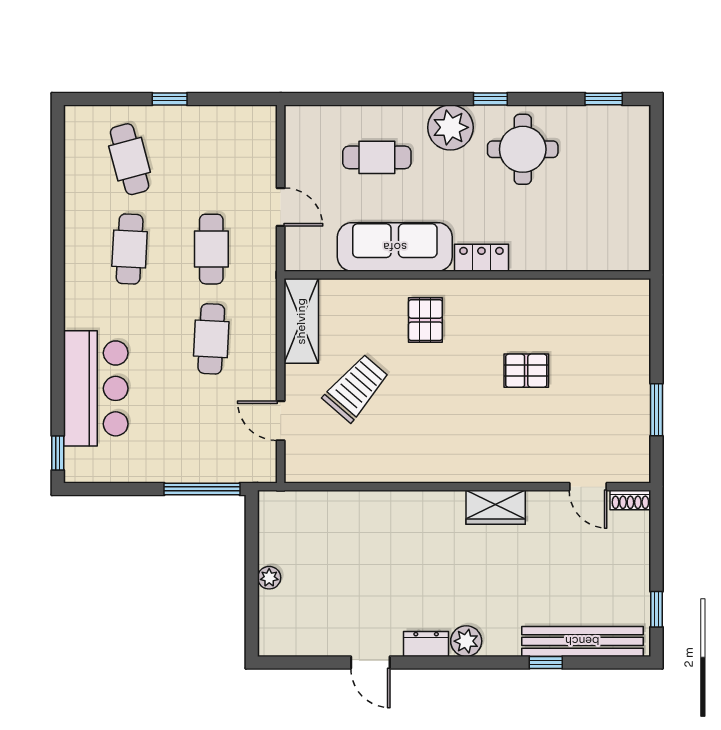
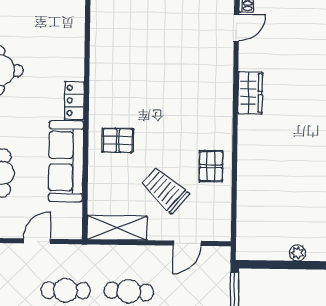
pallet: (526, 371) -> (211, 166), moved

